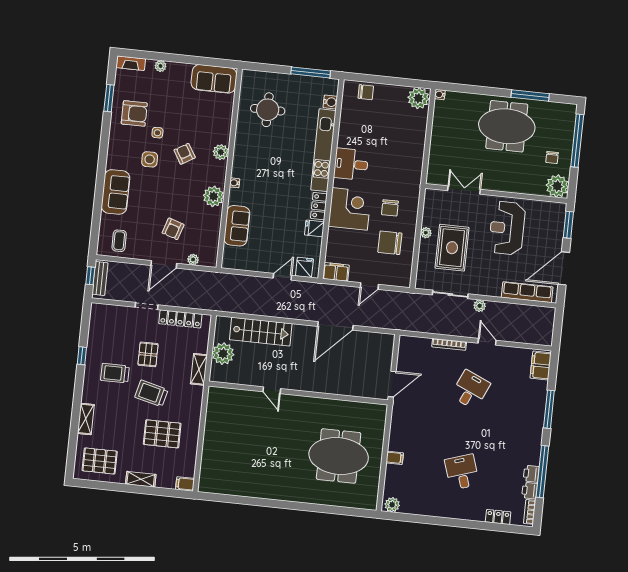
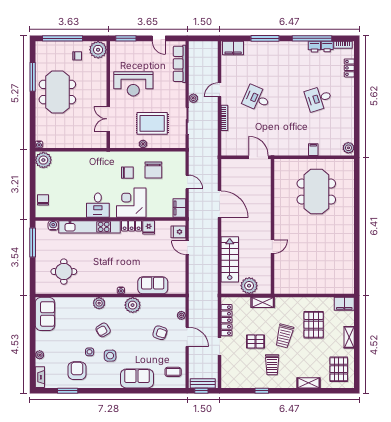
door: (564, 268) -> (159, 38), width x0.53
filing cabinet: (185, 484) -> (344, 304), width x2.00

